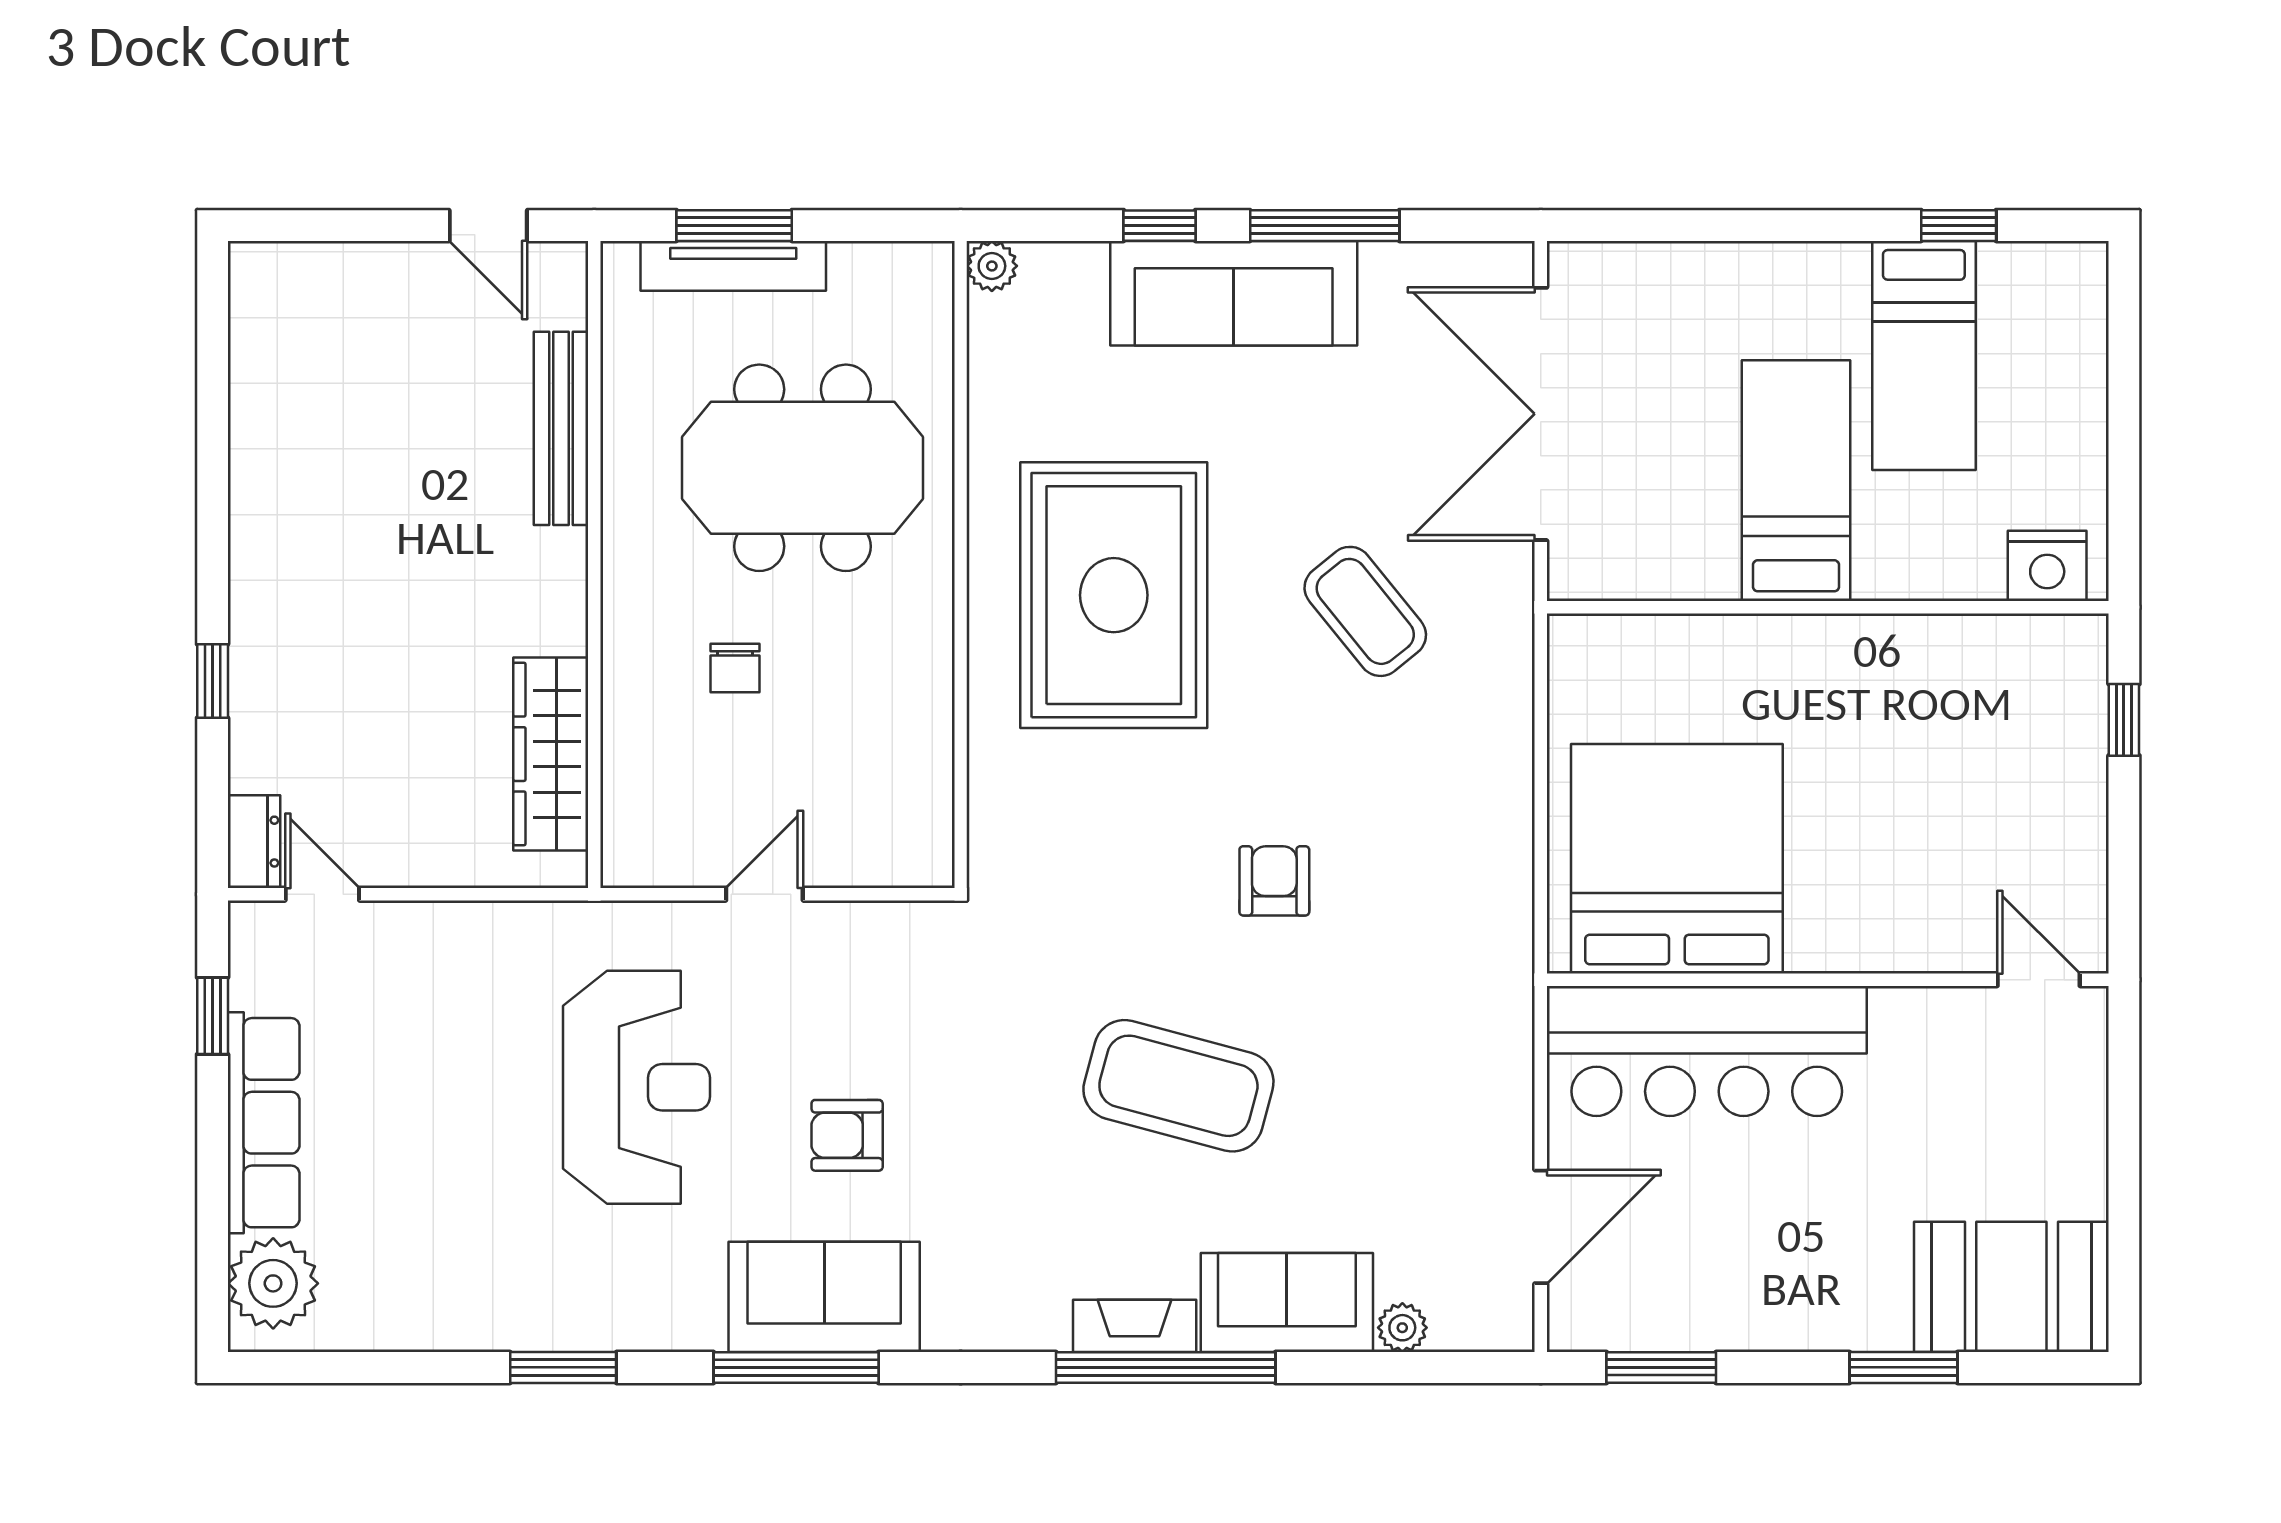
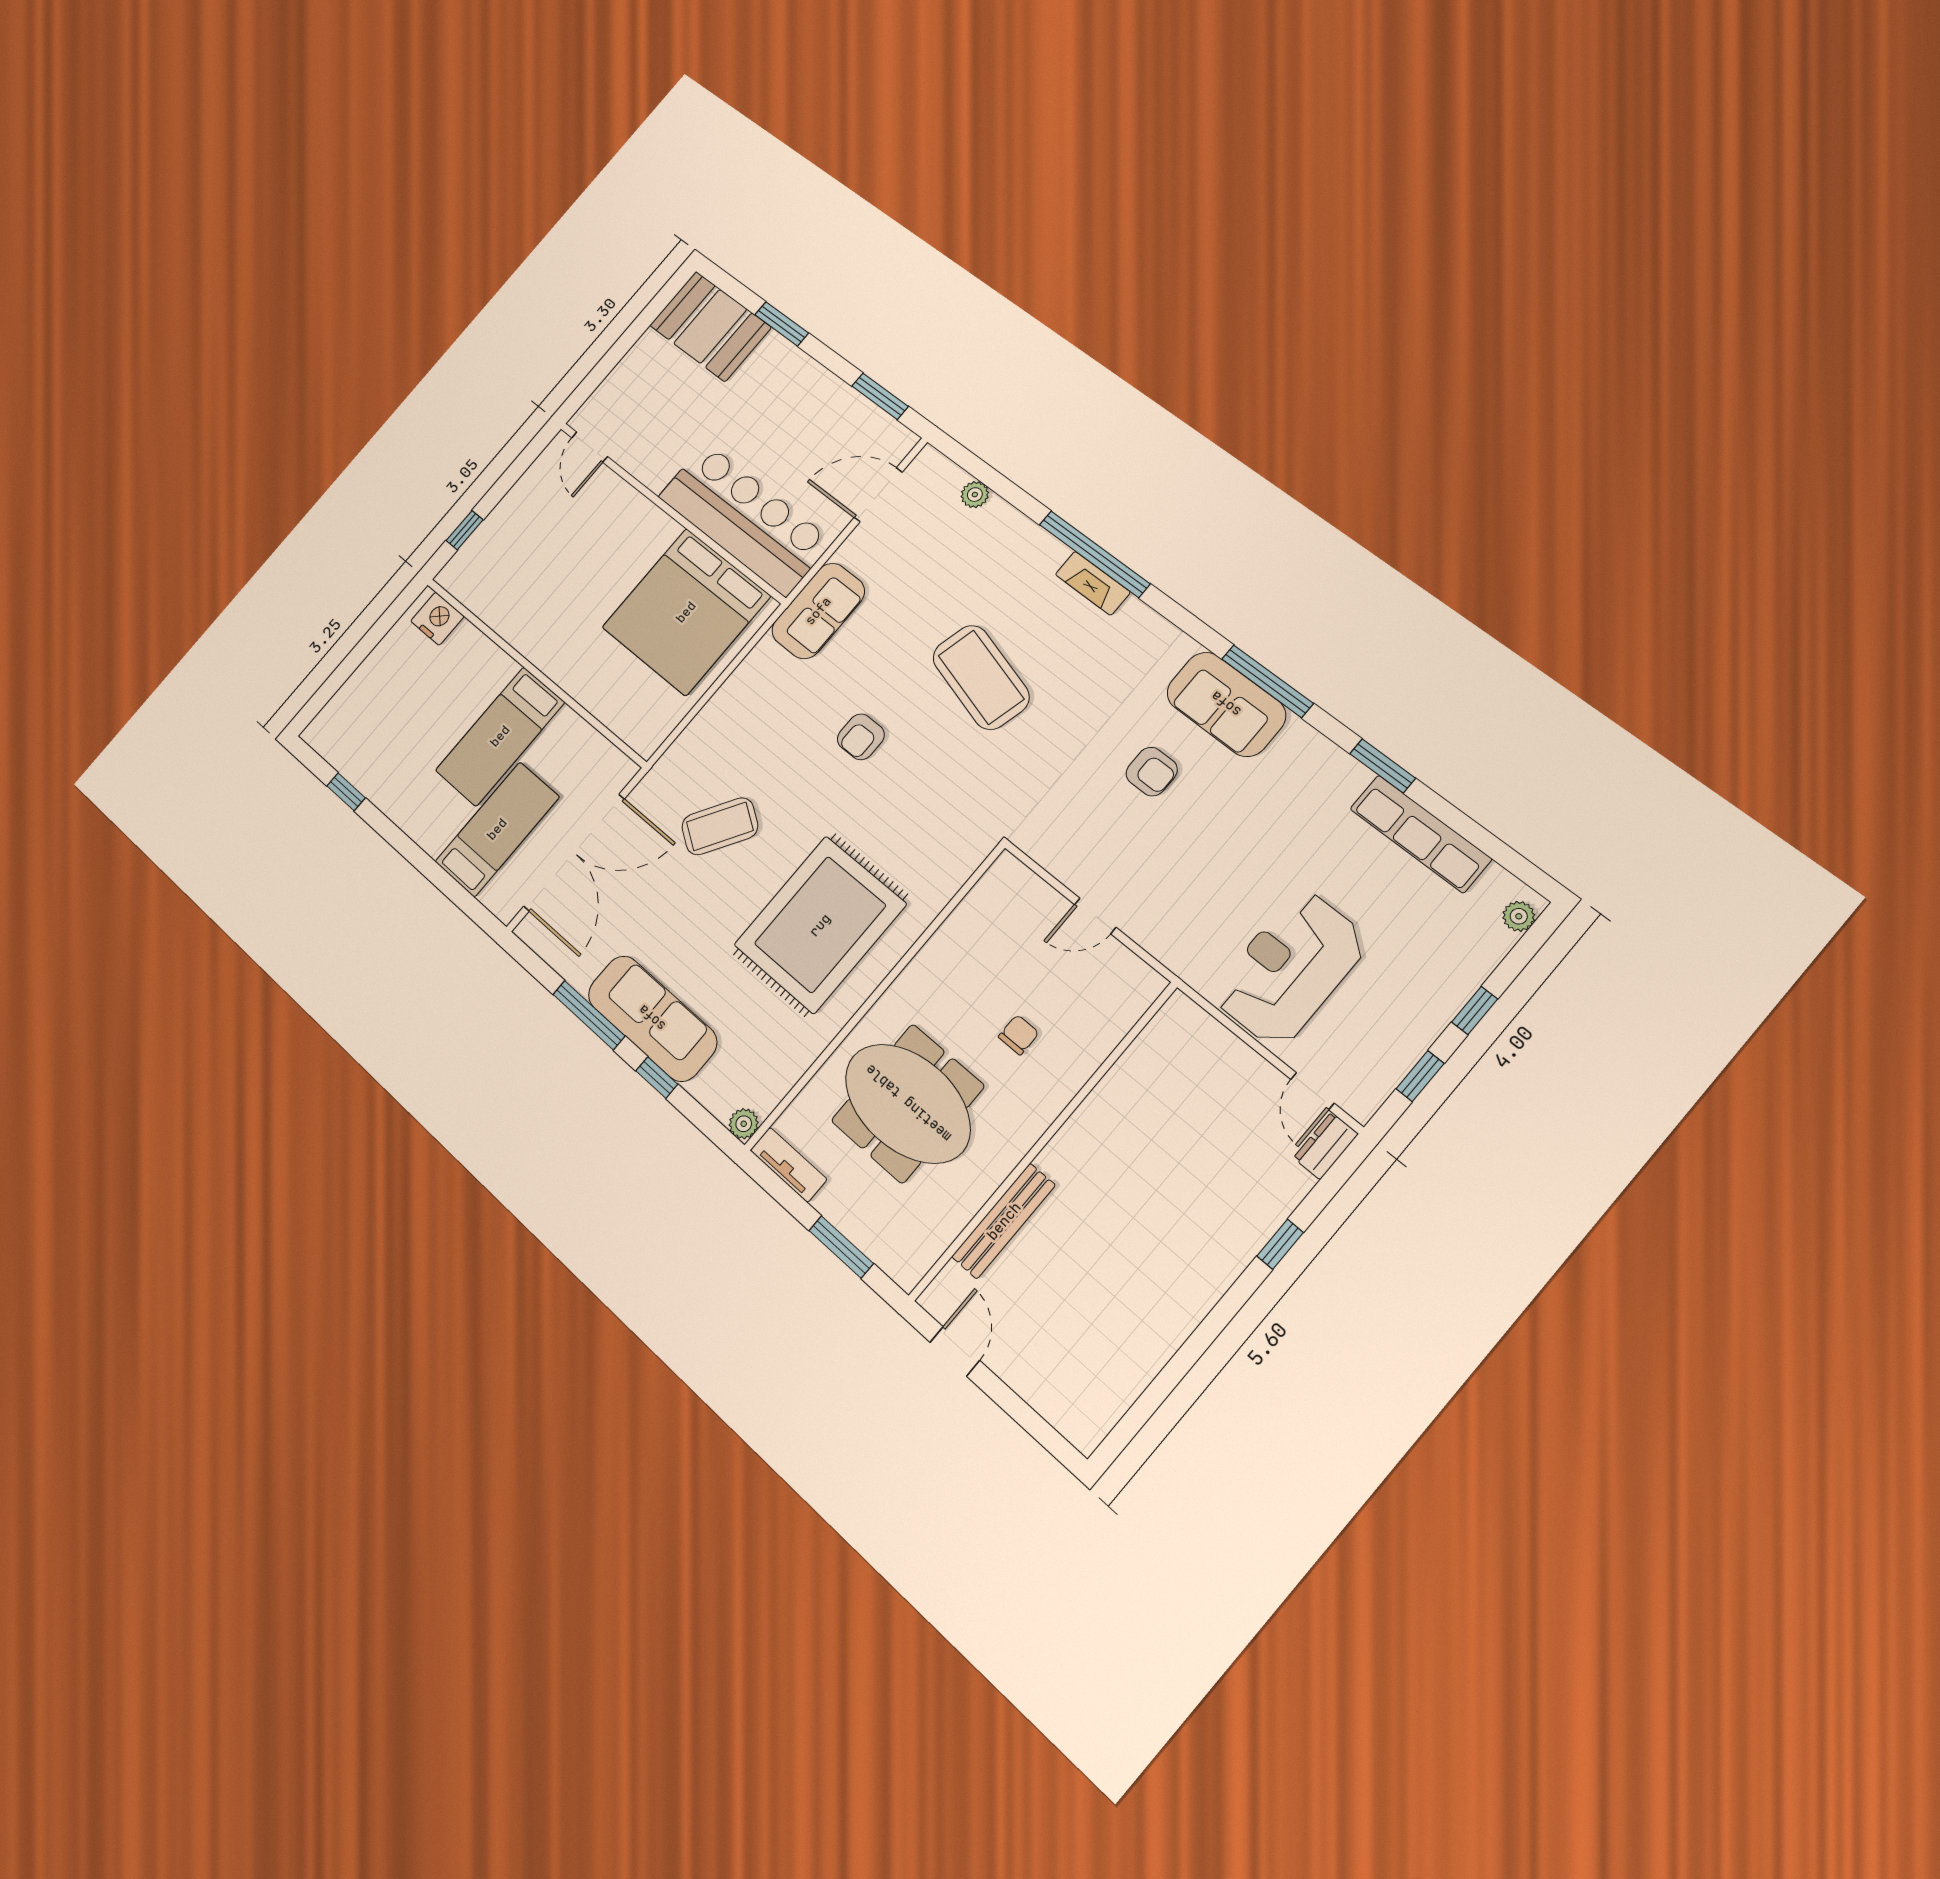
tv unit: (733, 266) -> (788, 1165), moved, width x0.71
bed: (1924, 355) -> (497, 829), moved
coffee table: (1365, 611) -> (720, 826), turned 72
wardrobe: (551, 754) -> (1141, 1067), removed
reception desk: (636, 1087) -> (1290, 968), moved
row of seats: (264, 1123) -> (1421, 834), moved, turned -90
window: (213, 1147) -> (1475, 1010), added
plant: (273, 1283) -> (1519, 916), width x0.53, depth x0.53
sofa: (1287, 1303) -> (818, 611), moved, turned -90

